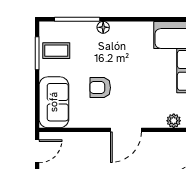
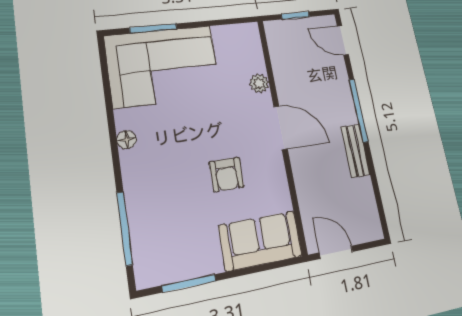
floor lamp: (103, 27) -> (127, 140), moved
coffee table: (56, 51) -> (180, 253), removed
plant: (174, 121) -> (259, 83), moved

